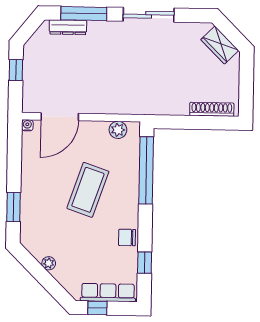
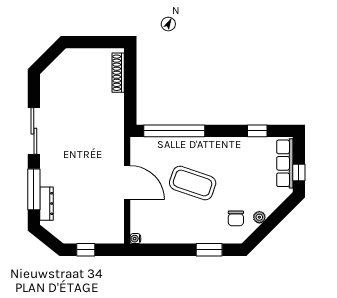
wardrobe: (220, 45) -> (60, 67), removed
door: (60, 117) -> (127, 183), moved
plant: (118, 130) -> (138, 157), removed
chair: (127, 237) -> (236, 218), moved

